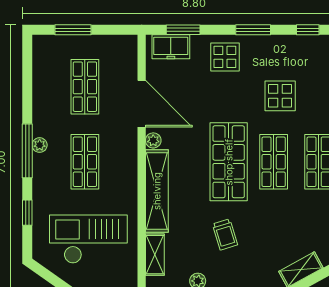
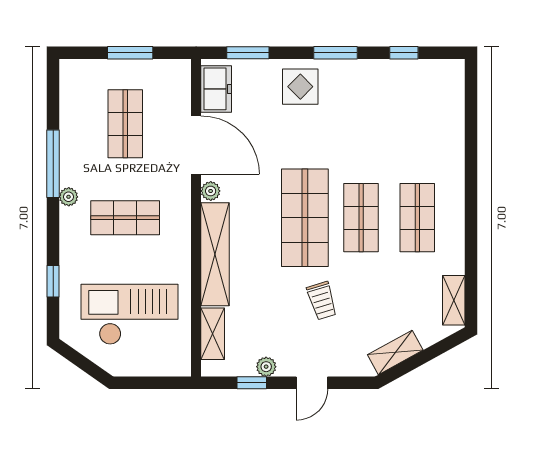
window: (73, 30) -> (130, 53), moved
freezer: (171, 47) -> (216, 89), moved, turned -90
display table: (280, 96) -> (369, 135), removed
window: (27, 151) -> (53, 164), moved
shop shelf: (85, 162) -> (125, 218), turned 90
trolley: (225, 234) -> (322, 301), moved

